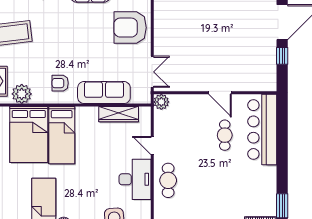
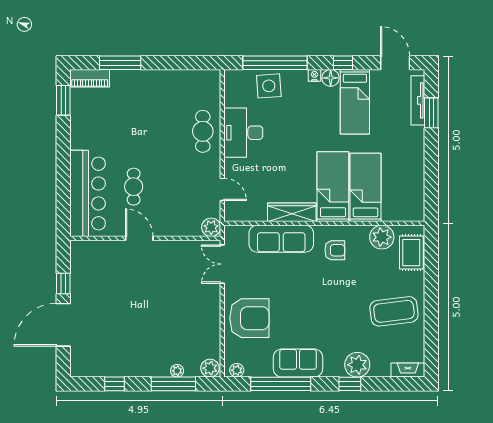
wardrobe: (119, 114) -> (292, 212), moved
bed: (29, 135) -> (365, 187), width x0.67
door: (152, 146) -> (222, 189), moved

